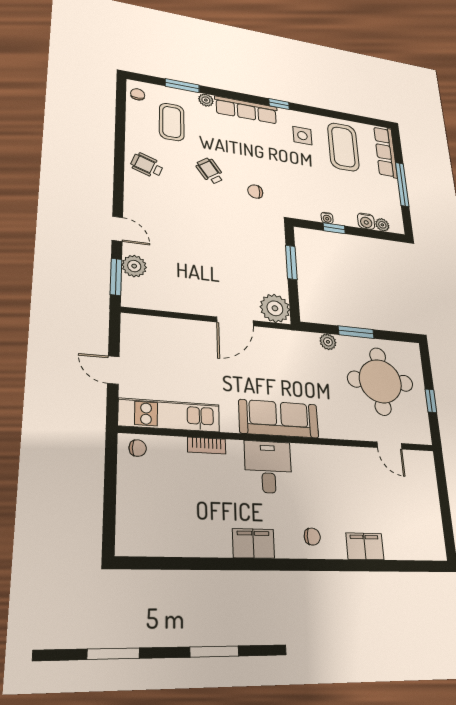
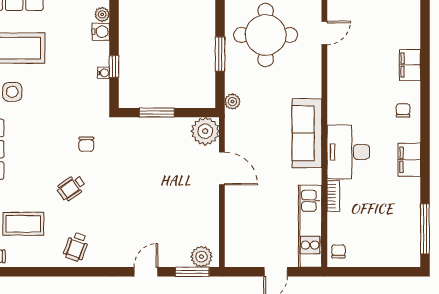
plant: (134, 266) -> (201, 257), moved
plant: (328, 342) -> (232, 101), moved
desk: (268, 467) -> (348, 152), width x1.37
window: (166, 563) -> (425, 229), added

